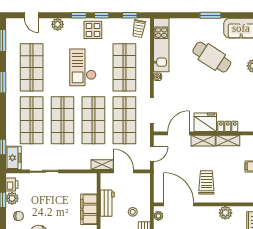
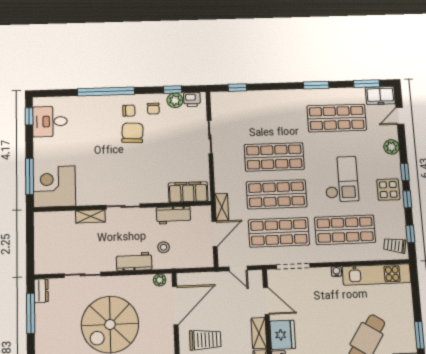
checkout: (83, 67) -> (341, 179), turned 90
shop shelf: (32, 120) -> (272, 120), removed
freezer: (13, 158) -> (380, 96), moved
filing cabinet: (89, 209) -> (188, 192), moved

